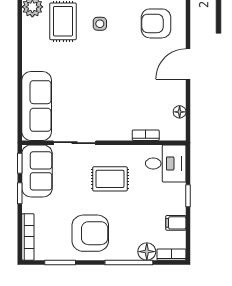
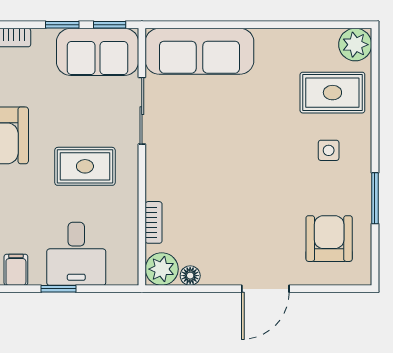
door: (188, 64) -> (265, 289), swing flipped
plant: (175, 130) -> (162, 269), added
desk: (166, 163) -> (76, 254), moved
rug: (110, 179) -> (85, 166), turned 90

